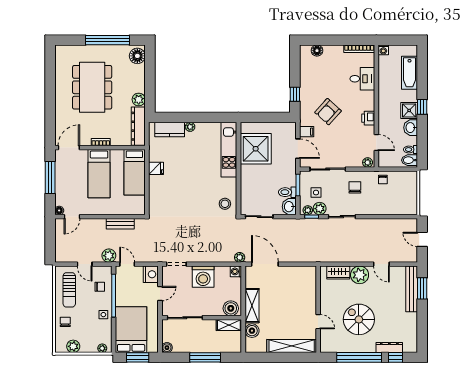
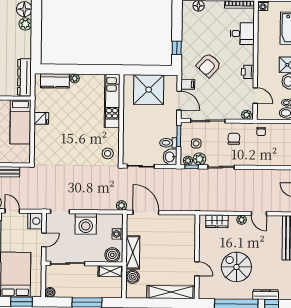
plant: (139, 99) -> (25, 24), moved
shower: (256, 149) -> (149, 90), moved
washing machine: (236, 271) -> (118, 234), moved
plant: (360, 275) -> (242, 220), width x0.53, depth x0.53

